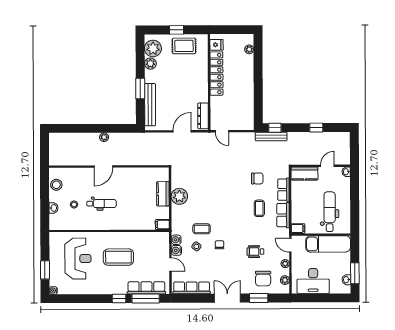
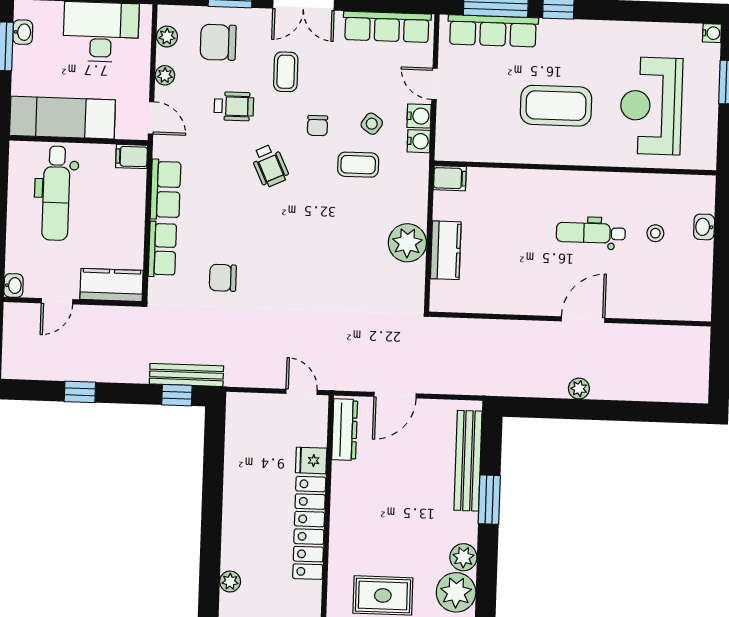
fridge: (217, 45) -> (311, 460), moved
stool: (56, 185) -> (695, 281), removed
coffee table: (259, 208) -> (286, 72), moved
wheelchair: (239, 227) -> (270, 166), added
chair: (263, 279) -> (218, 42), turned -90

